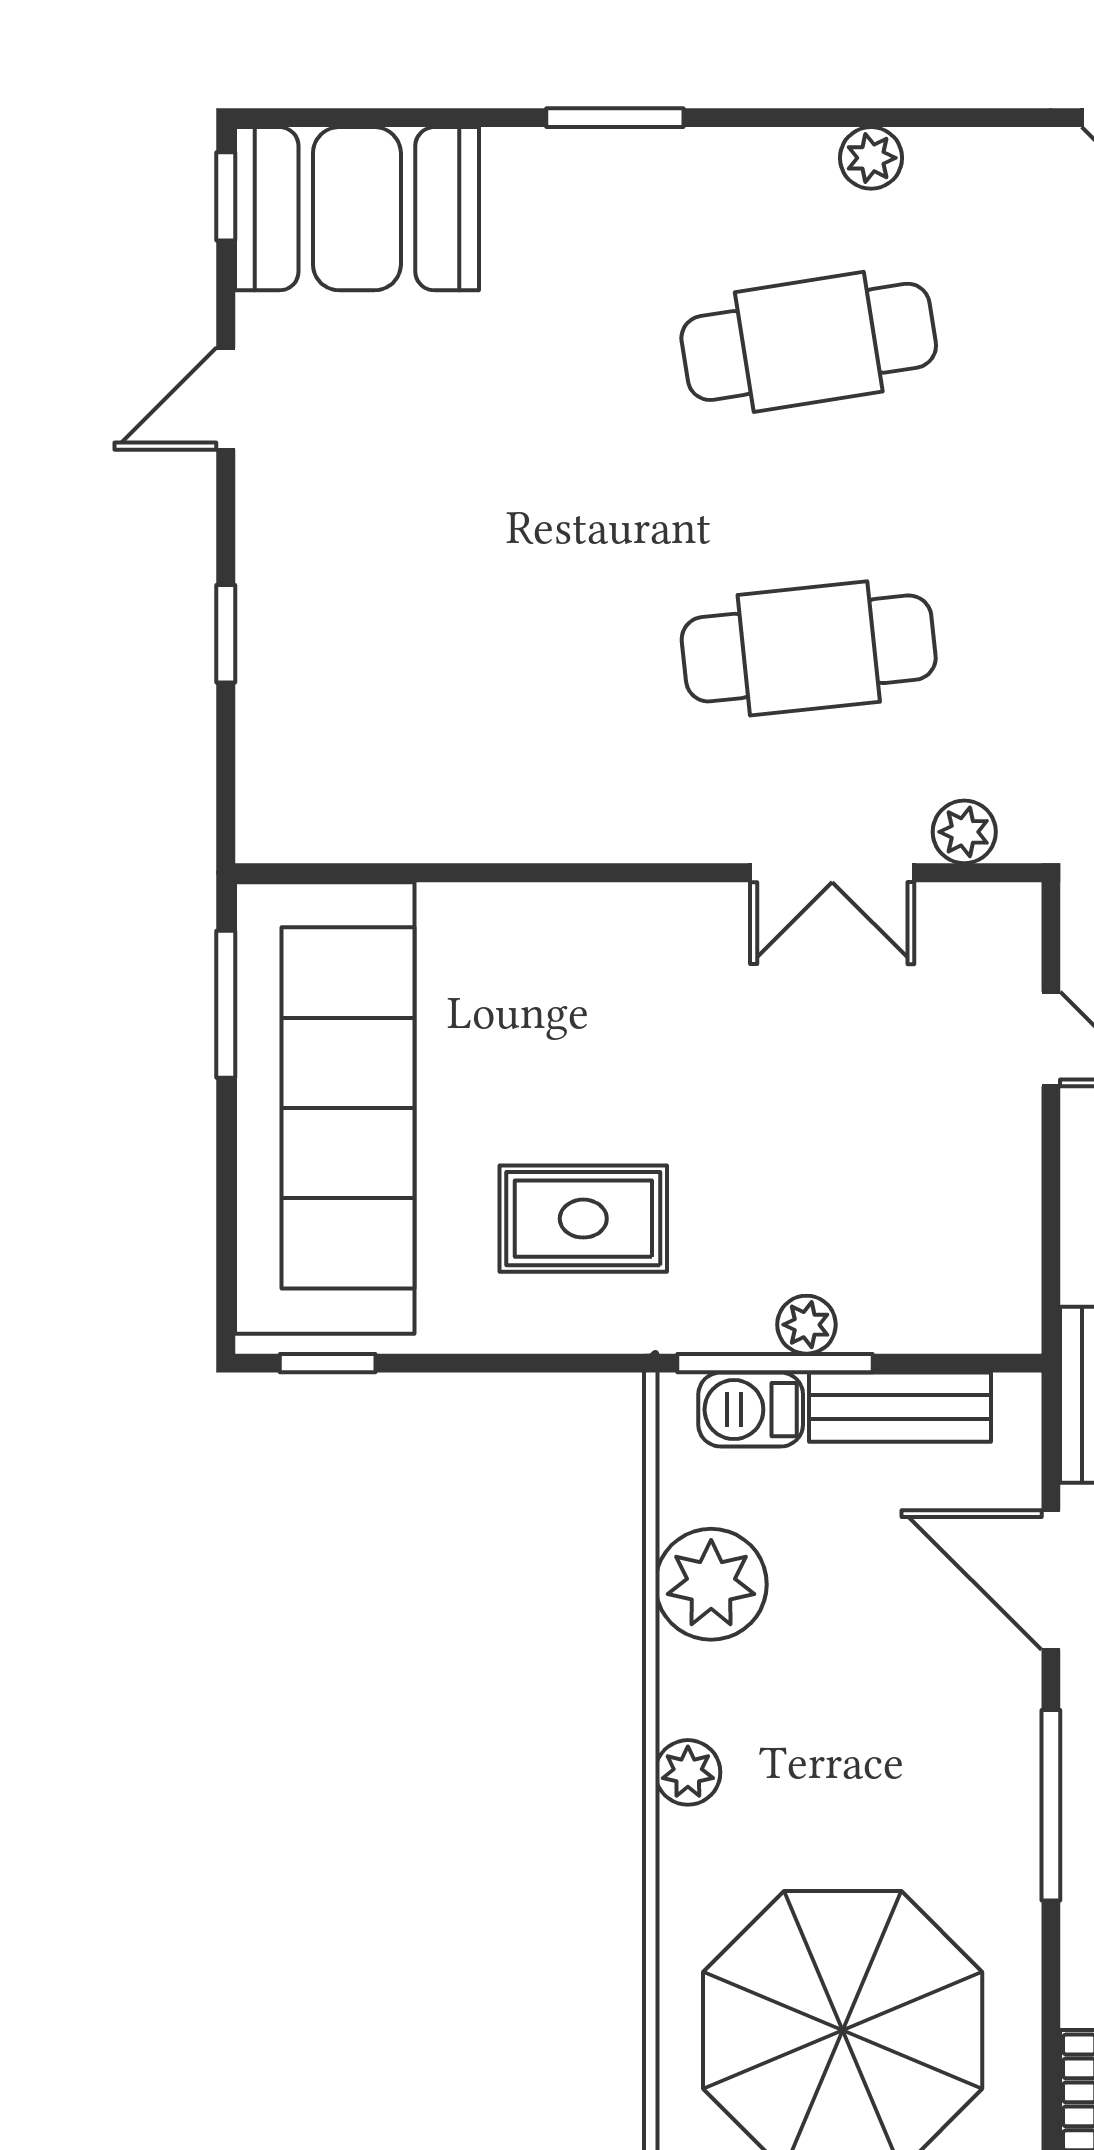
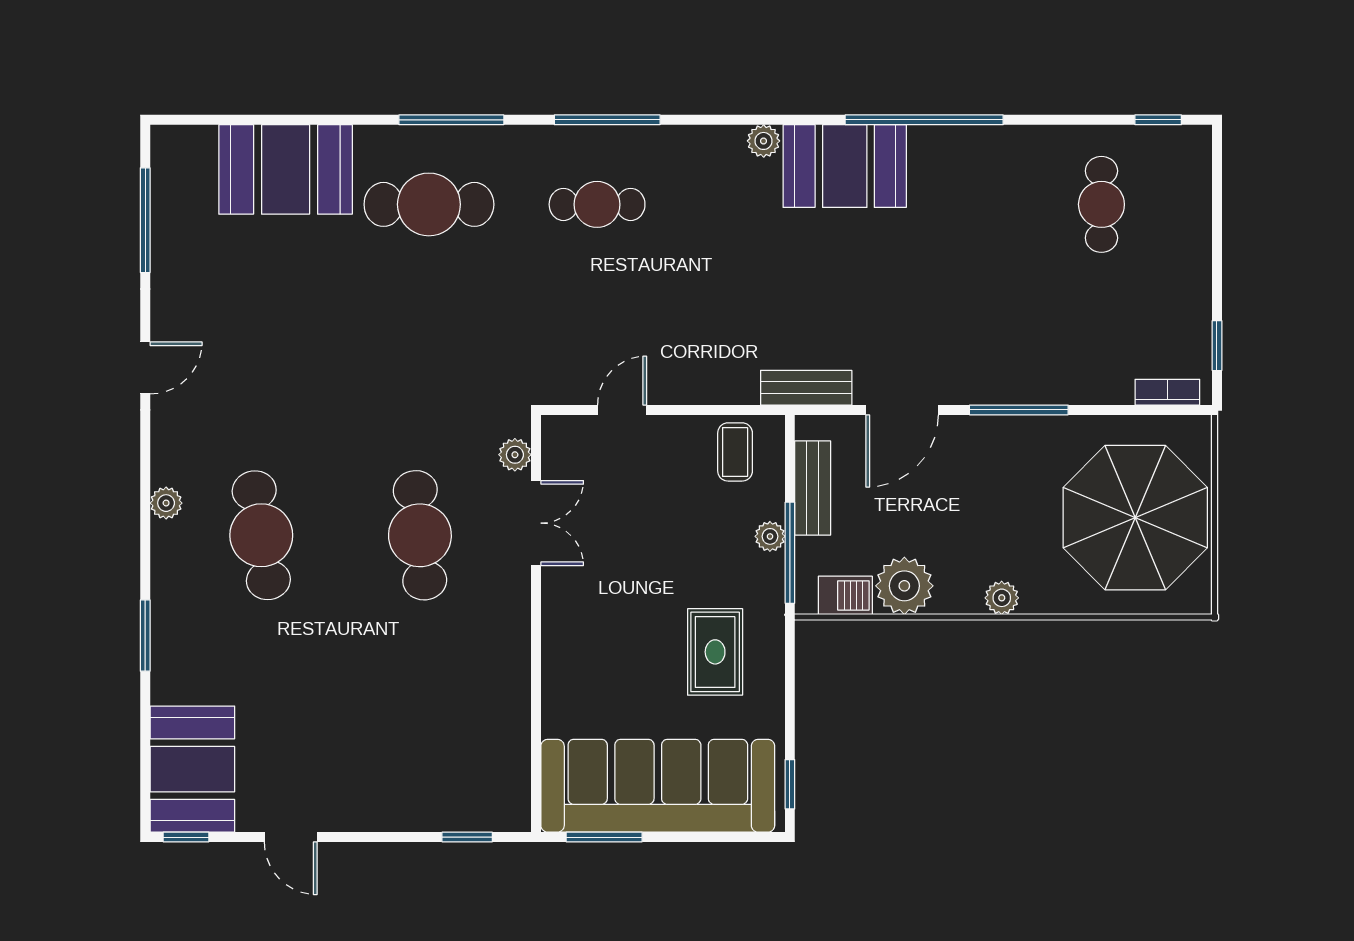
window: (226, 634) -> (467, 837), moved
coffee table: (970, 1257) -> (735, 452), added
barbecue: (751, 1410) -> (845, 595), moved, turned -90

